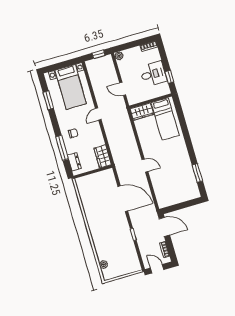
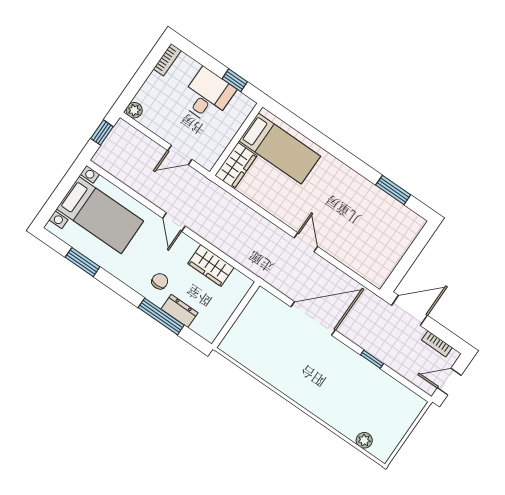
wardrobe: (103, 156) -> (211, 265), moved
dresser: (74, 162) -> (179, 311), moved
door: (145, 165) -> (306, 242), hinge flipped

